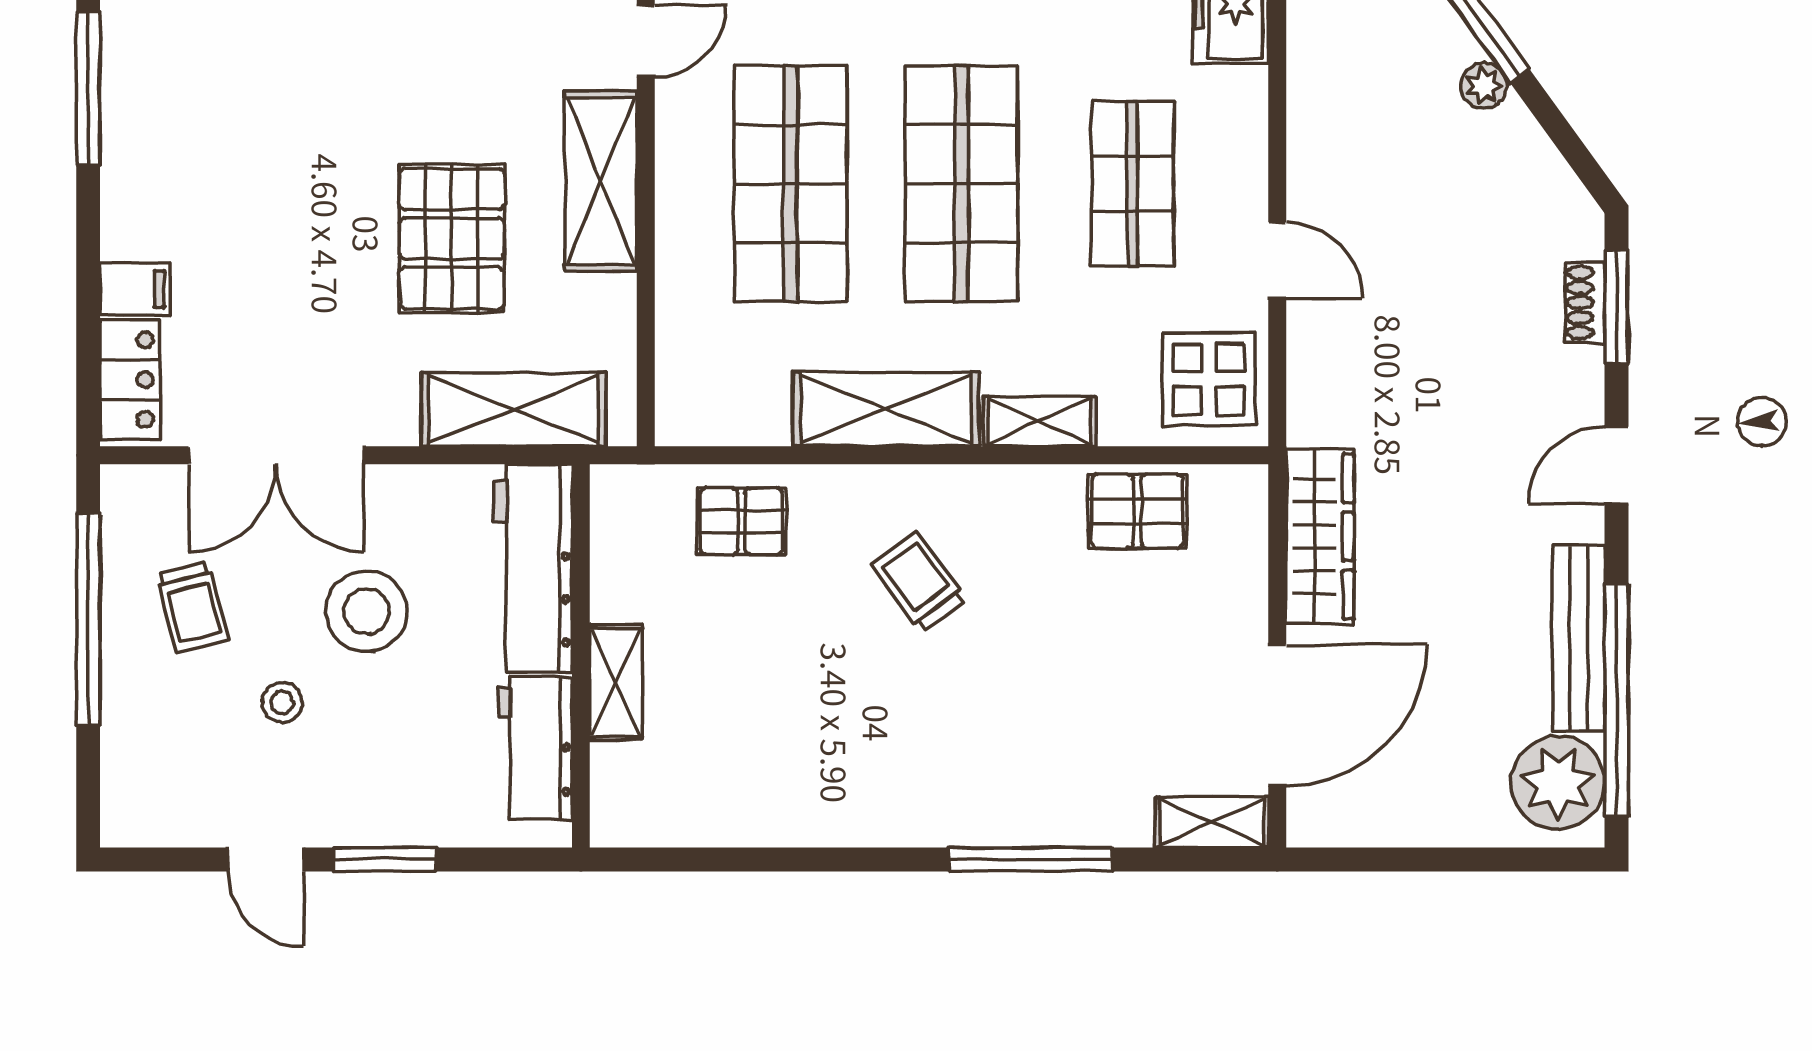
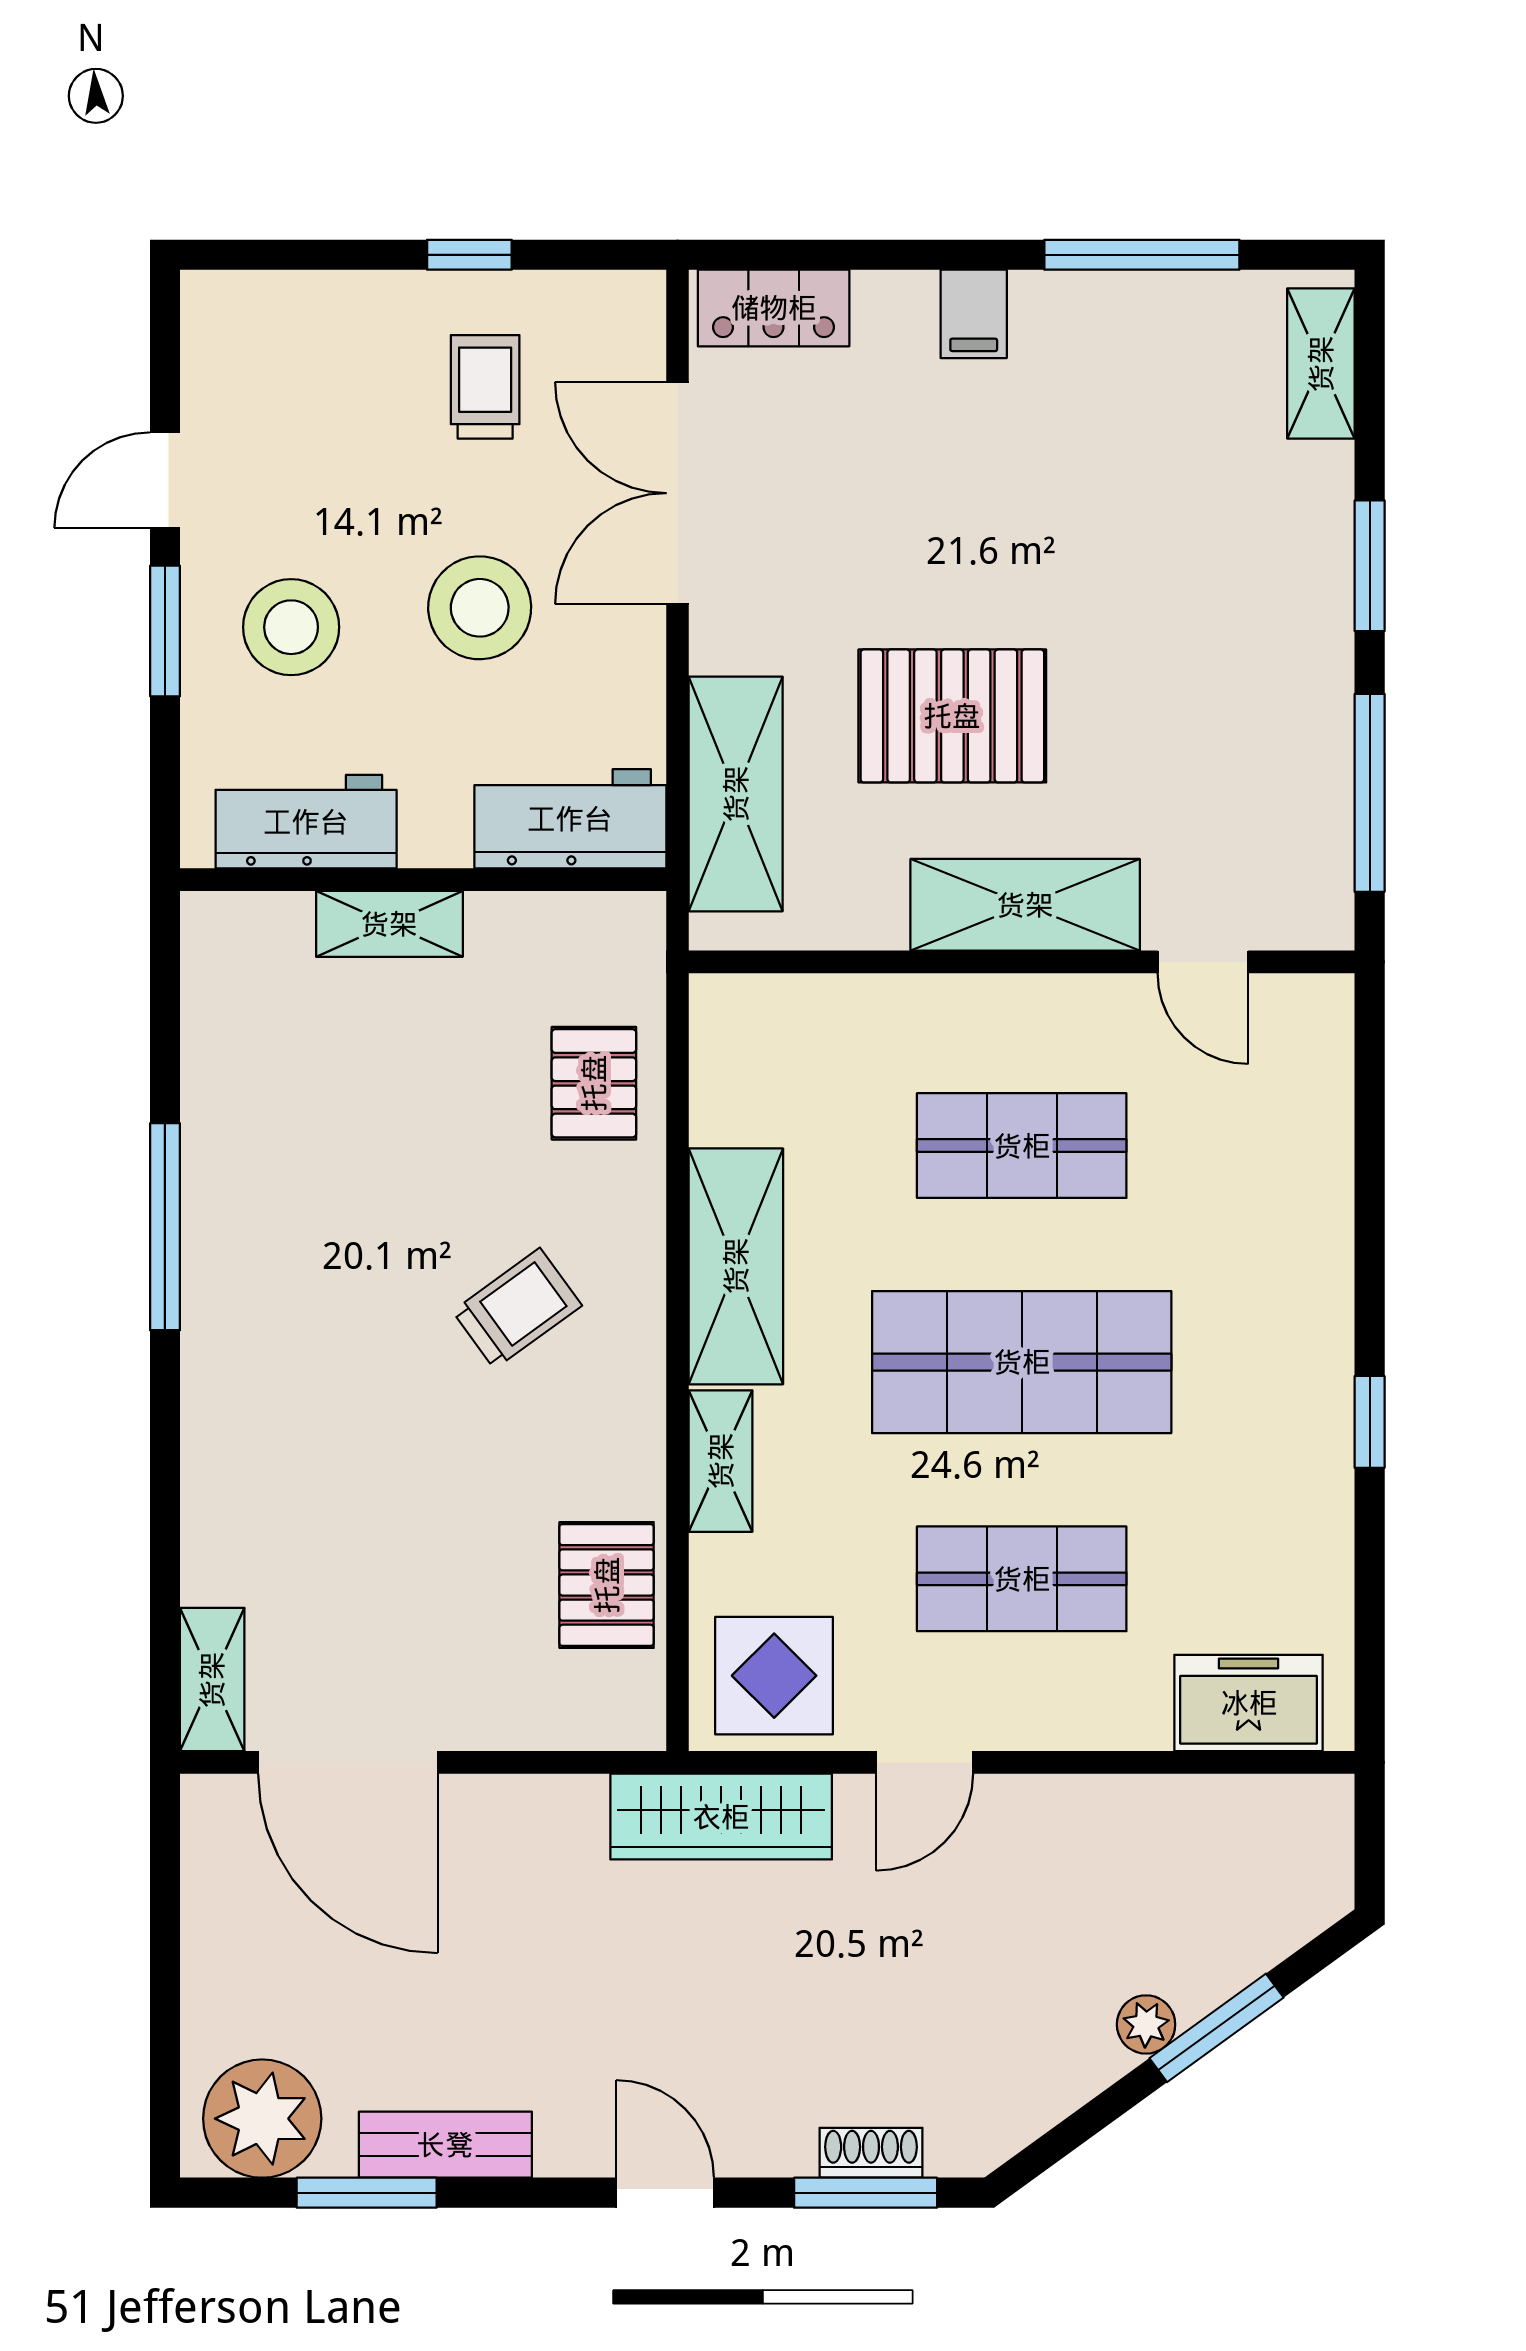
shop shelf: (791, 184) -> (1022, 1146), width x0.70, depth x0.74
filing cabinet: (135, 289) -> (974, 314), moved
wardrobe: (1320, 536) -> (721, 1817), moved
workbench: (533, 568) -> (570, 819), width x0.73
trolley: (192, 607) -> (485, 387), turned 105
window: (88, 619) -> (469, 255), width x0.32
bench: (1579, 638) -> (445, 2145), width x0.73
window: (1617, 700) -> (367, 2193), width x0.47
stool: (282, 702) -> (291, 627), moved, width x1.89, depth x1.89
window: (1030, 859) -> (165, 1227), moved

